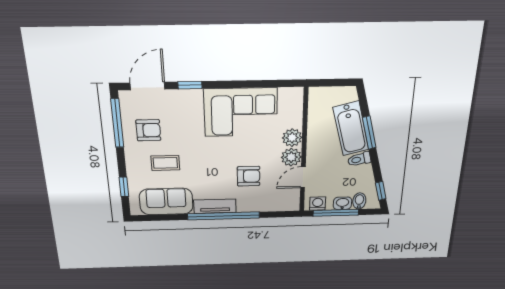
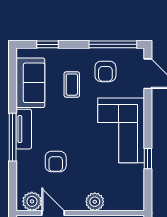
window: (190, 85) -> (148, 159), moved
corner sofa: (241, 112) -> (121, 130), moved
plant: (291, 157) -> (32, 201), moved
window: (224, 216) -> (13, 137), width x0.68

